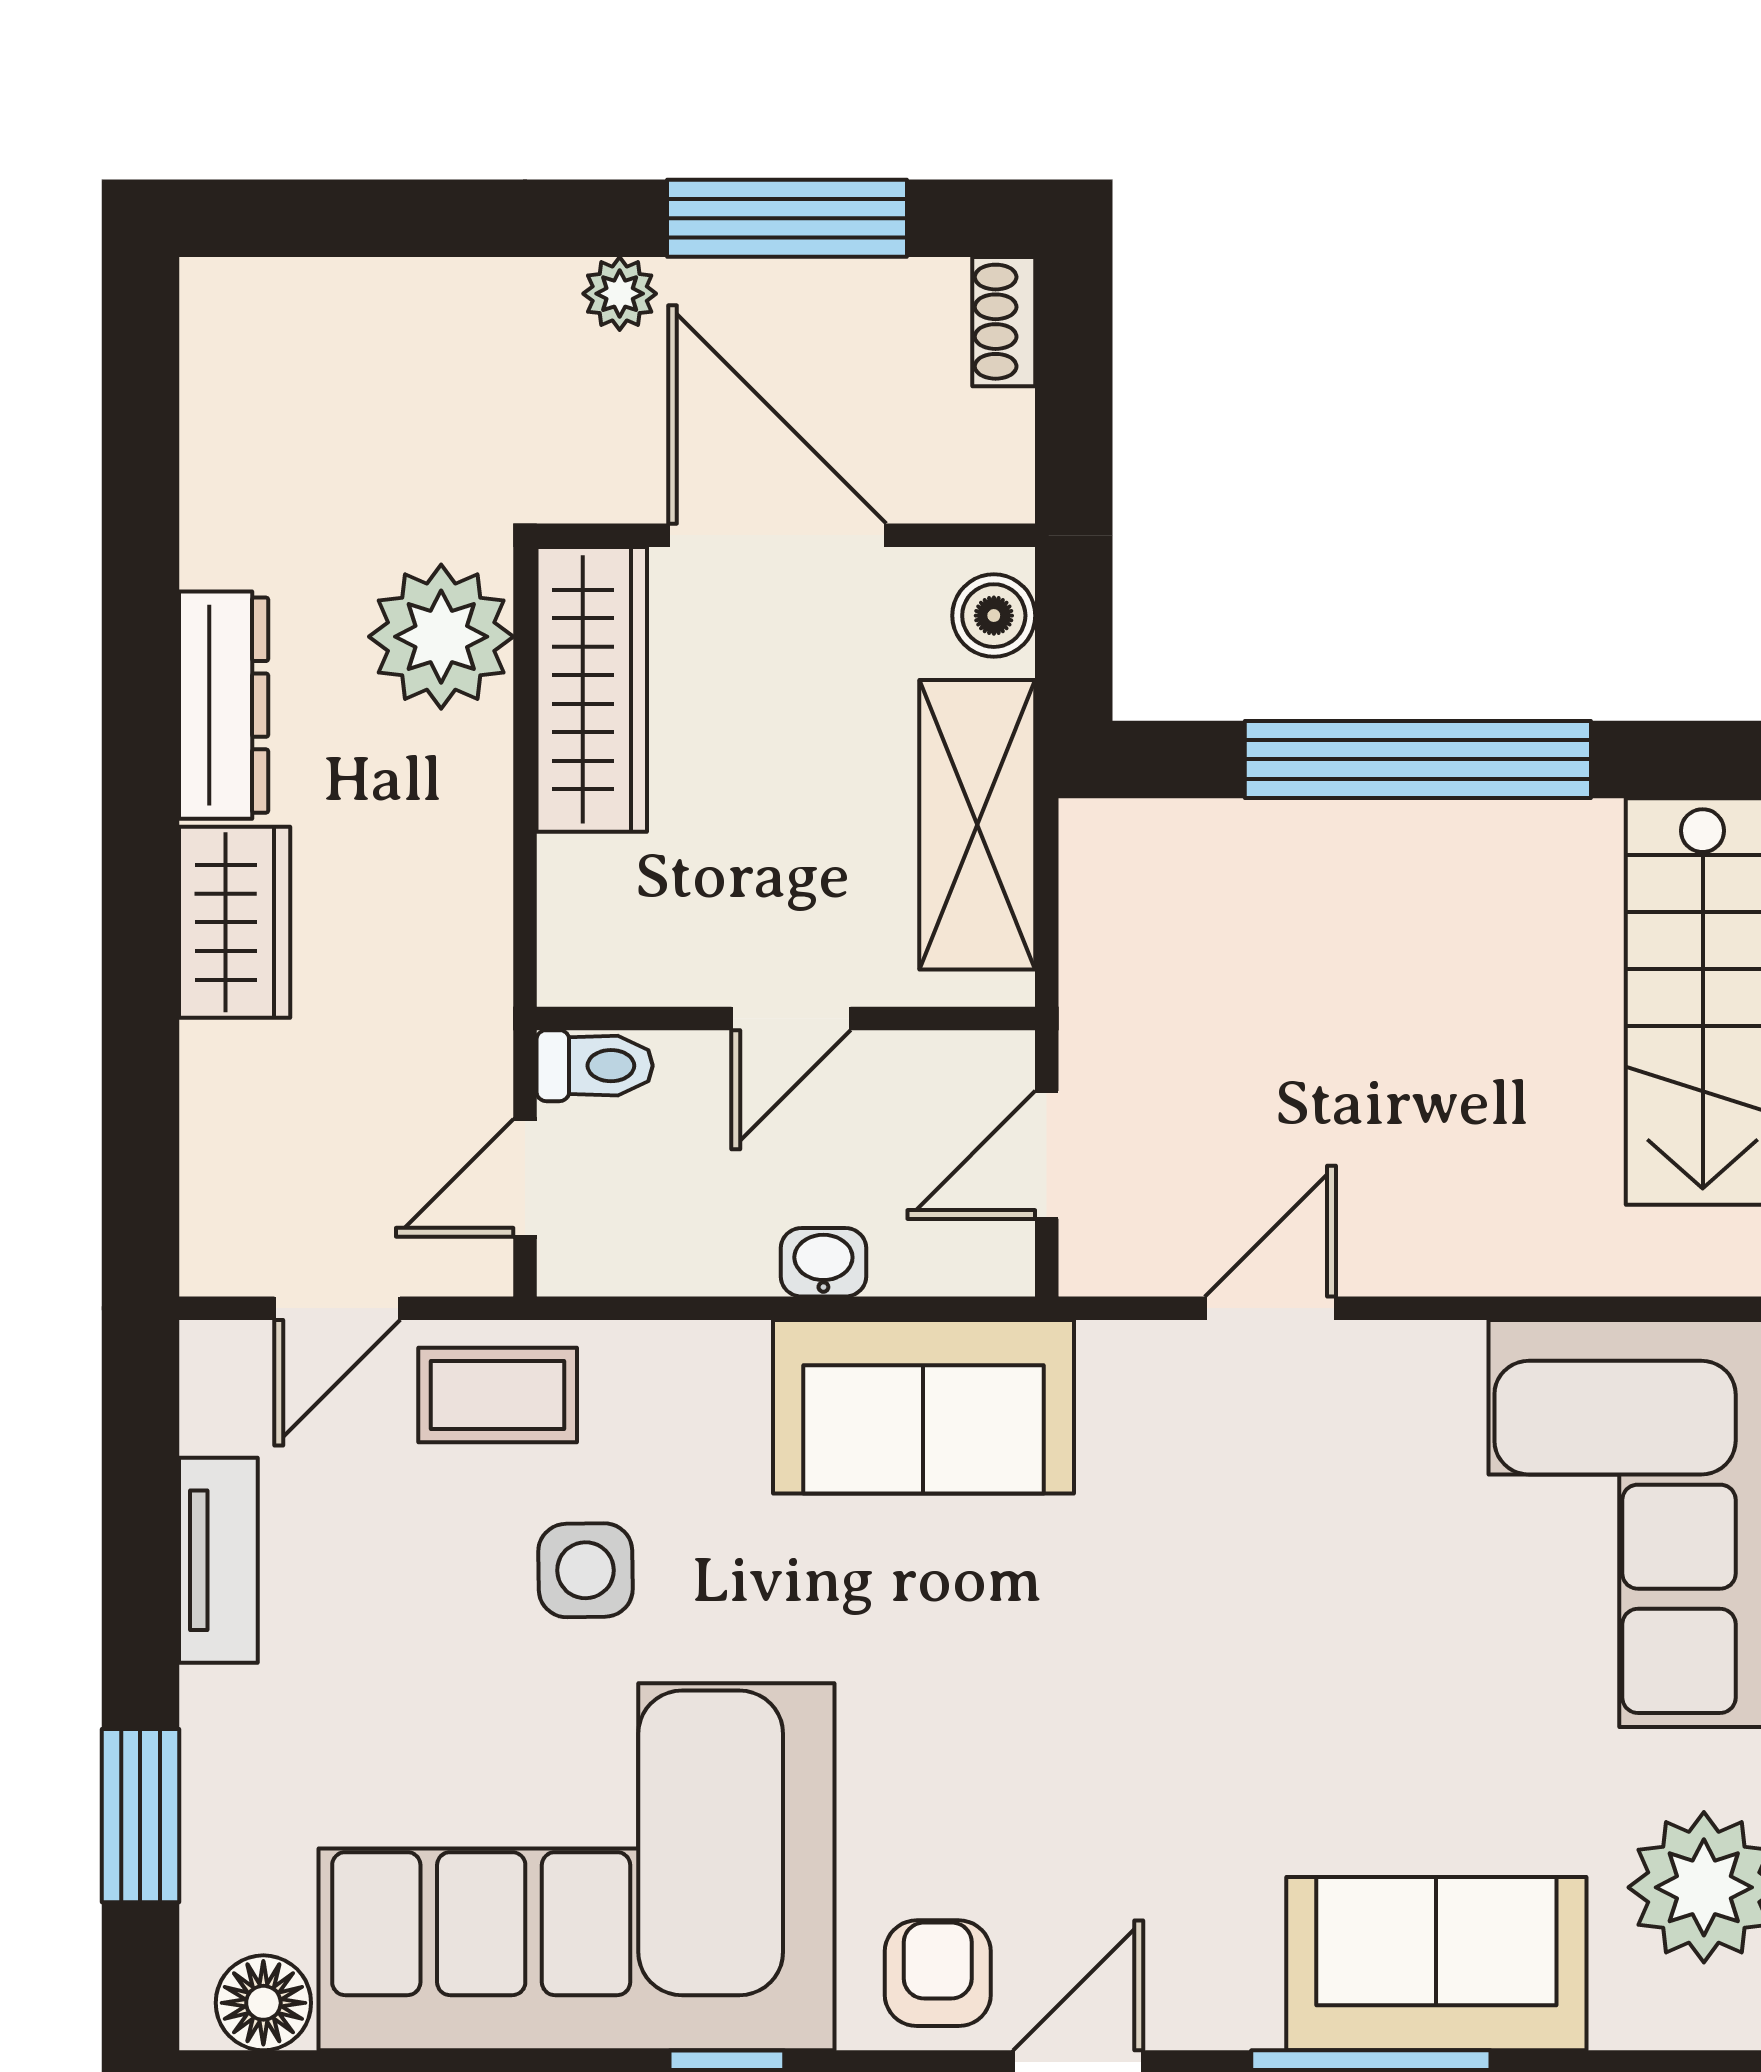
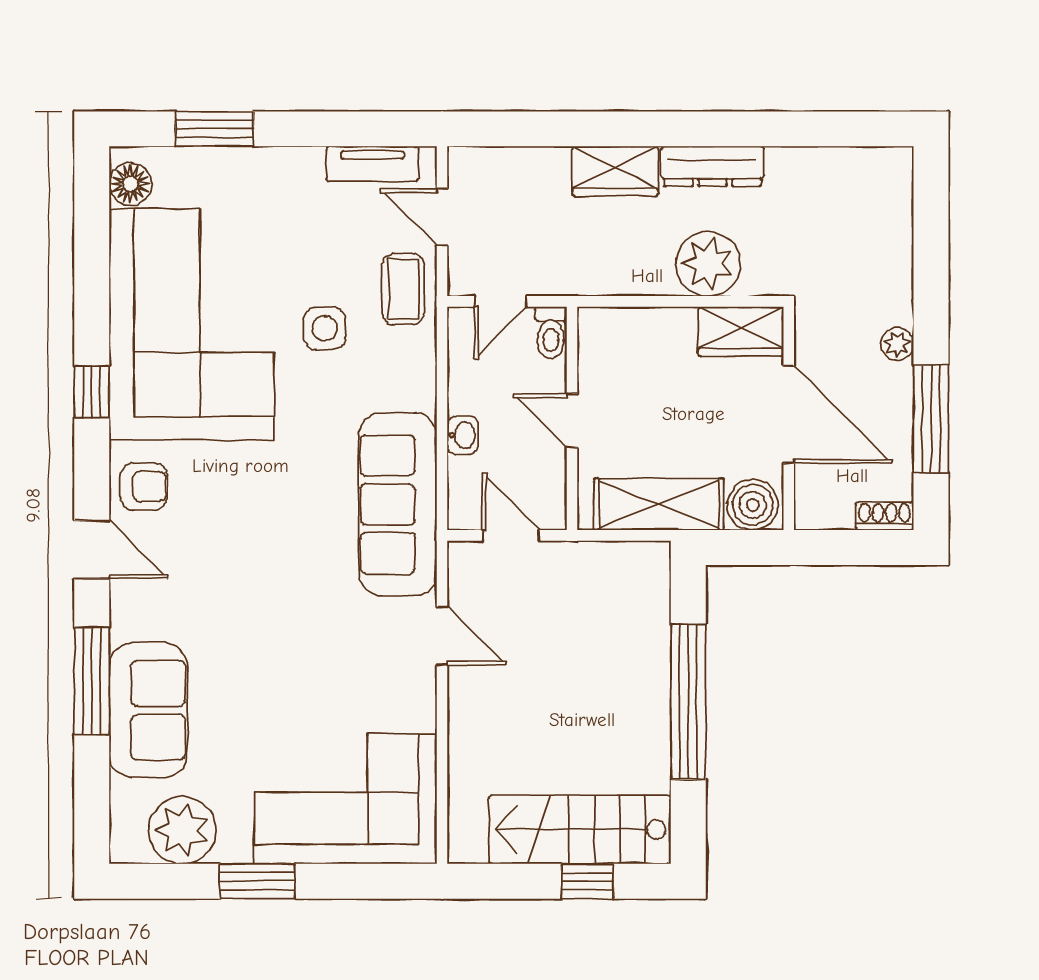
door: (777, 535) -> (789, 415), hinge flipped
boiler: (994, 616) -> (753, 505), width x1.36, depth x1.36
plant: (441, 637) -> (708, 264), moved
wardrobe: (592, 689) -> (741, 331), width x0.67
door: (525, 1178) -> (500, 301), swing flipped
sofa: (923, 1407) -> (398, 504), width x1.36
tv unit: (218, 1560) -> (372, 164), moved

